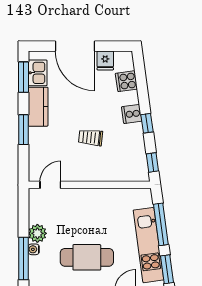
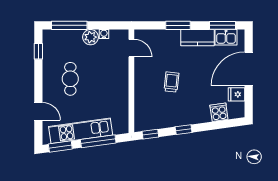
cooker: (132, 114) -> (191, 117), removed
water cooler: (34, 249) -> (104, 34), moved
cafe table: (87, 257) -> (70, 79), width x0.73, depth x0.74

